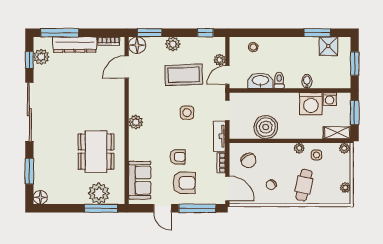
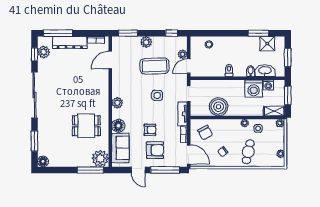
floor lamp: (137, 45) -> (118, 126), moved
washbasin: (260, 81) -> (265, 71), moved
dining table: (96, 152) -> (86, 126), width x0.73
plant: (99, 193) -> (100, 158), moved

